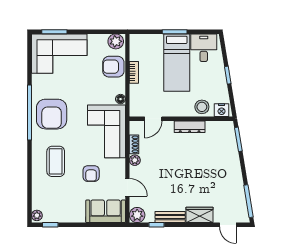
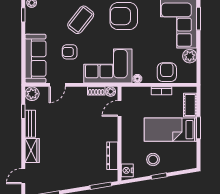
plant: (116, 41) -> (190, 56), moved
cot: (150, 41) -> (190, 105), added
desk: (204, 48) -> (184, 154), removed
stool: (202, 107) -> (153, 159), moved
door: (153, 119) -> (119, 108), hinge flipped
dresser: (190, 127) -> (112, 156), moved
plant: (135, 160) -> (111, 92), moved
coffee table: (56, 161) -> (81, 20), turned -52
sofa: (106, 211) -> (35, 59), width x1.36

